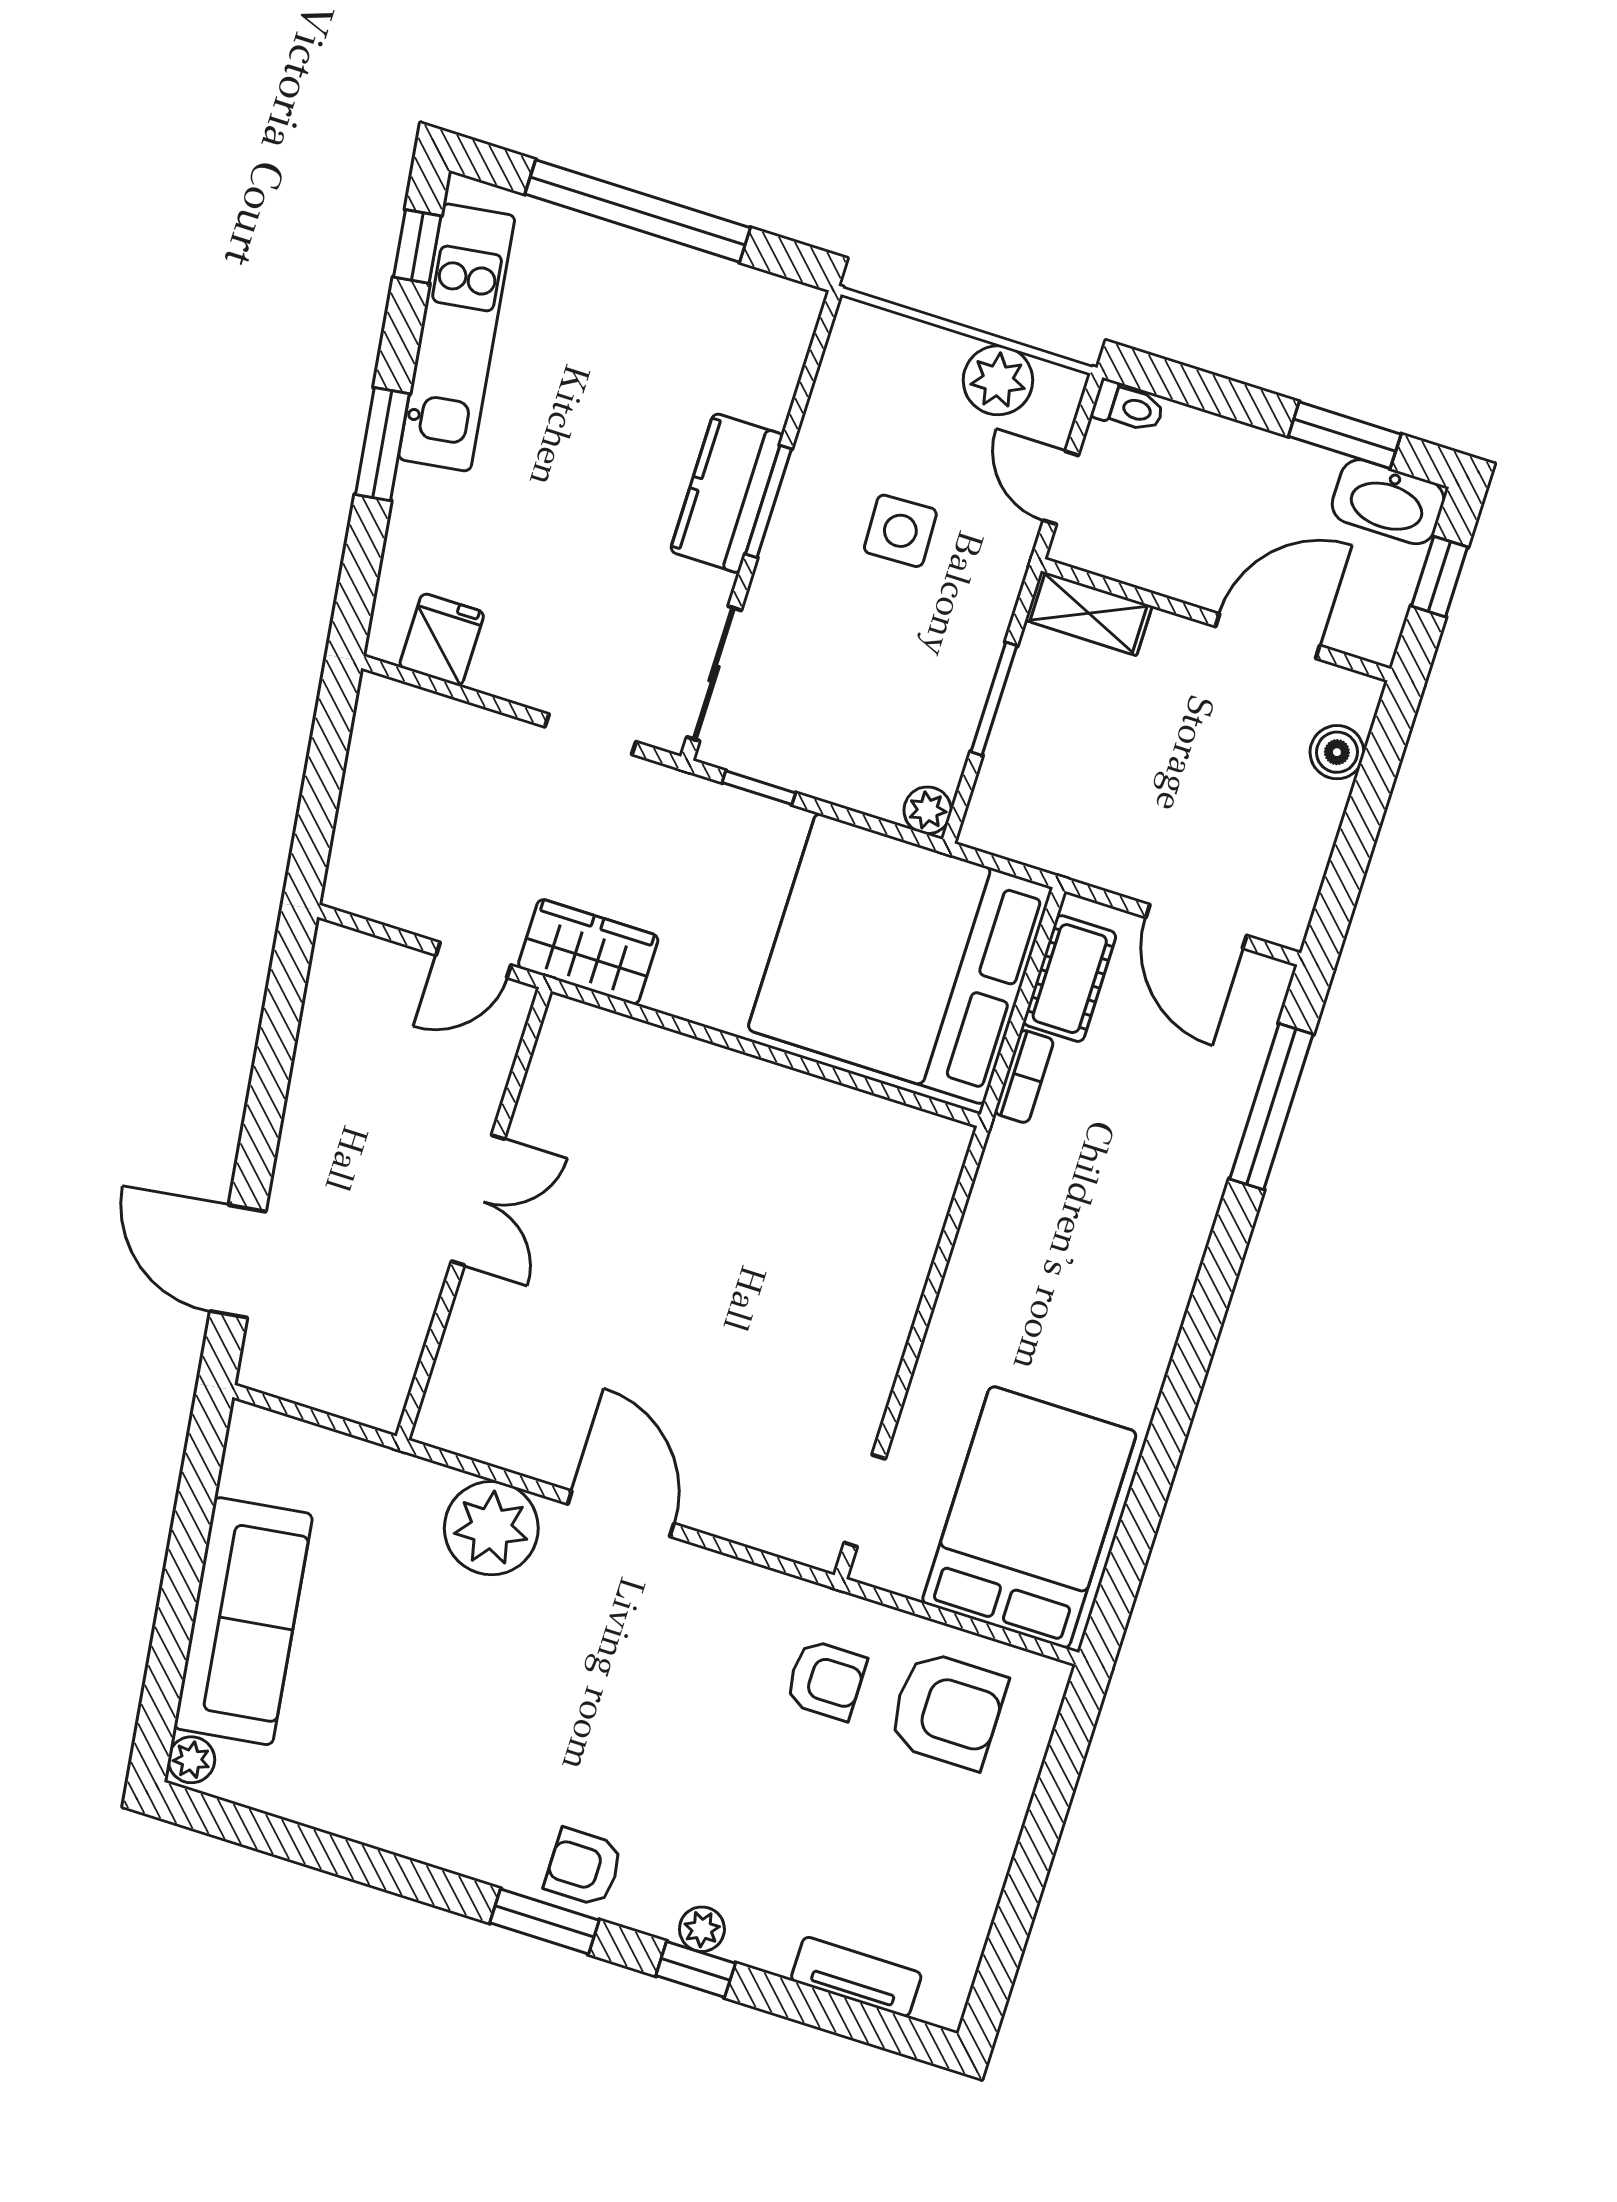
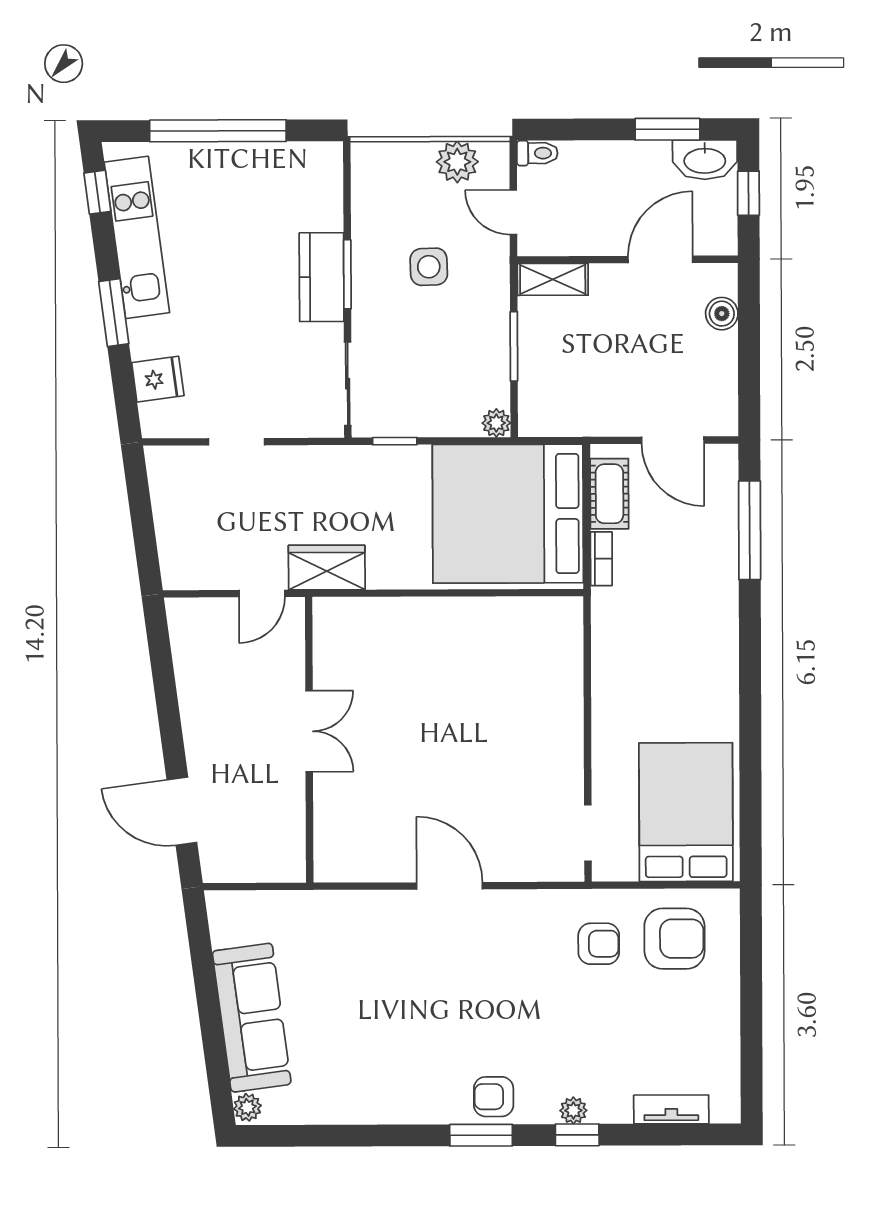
fridge: (442, 640) -> (158, 379), moved, turned 82
doorway: (590, 734) -> (237, 442), moved
plant: (491, 1528) -> (378, 918), removed

